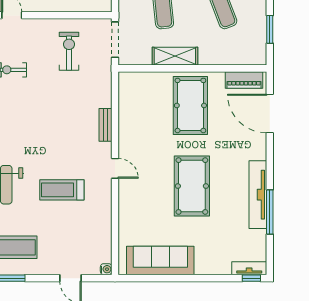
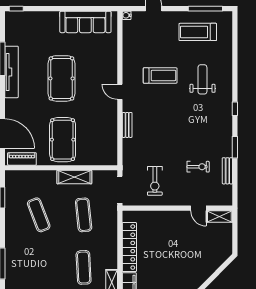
tv unit: (249, 268) -> (18, 16), removed

